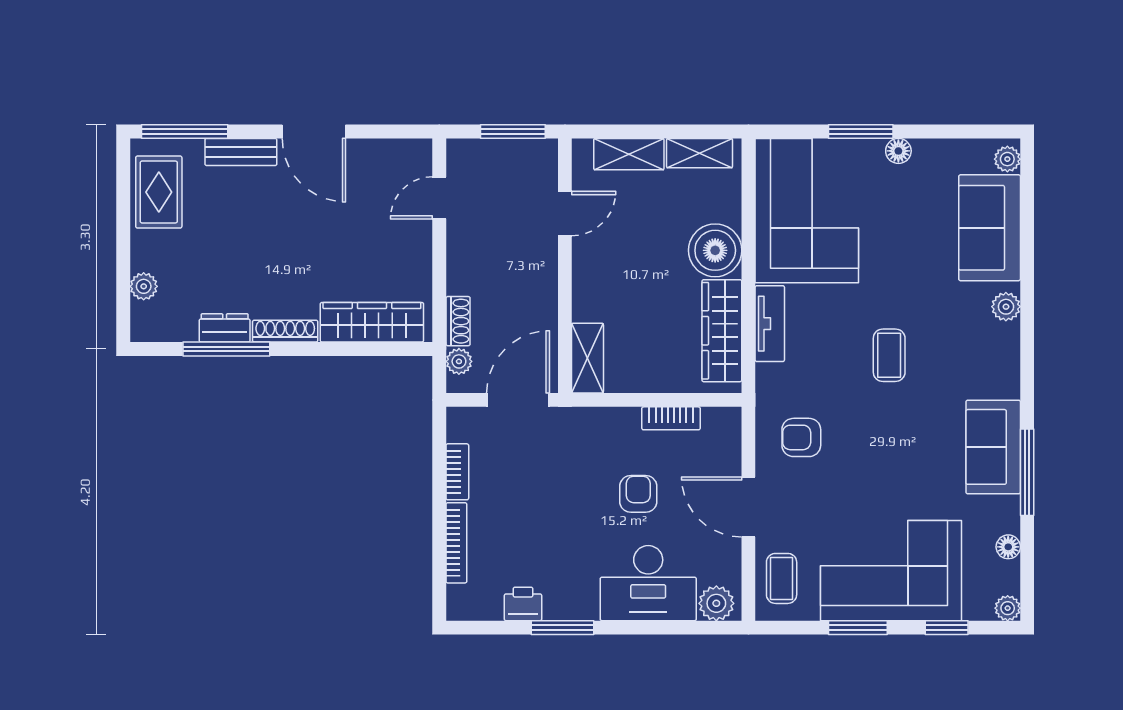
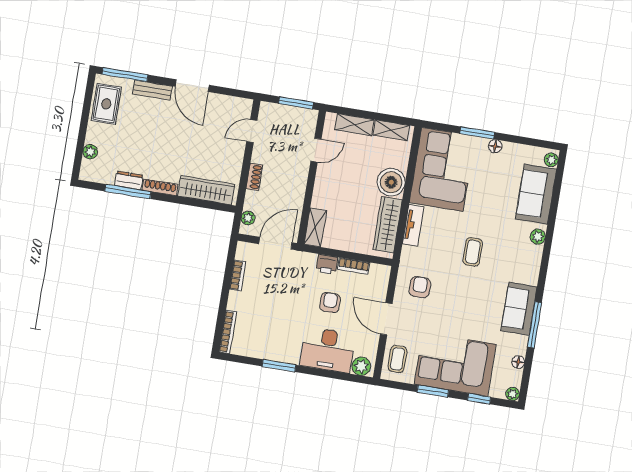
shoe rack: (458, 321) -> (254, 177), moved
armchair: (801, 437) -> (420, 287), turned 90
bookcase: (456, 543) -> (228, 332), moved
printer: (523, 604) -> (327, 264), moved, turned 180

